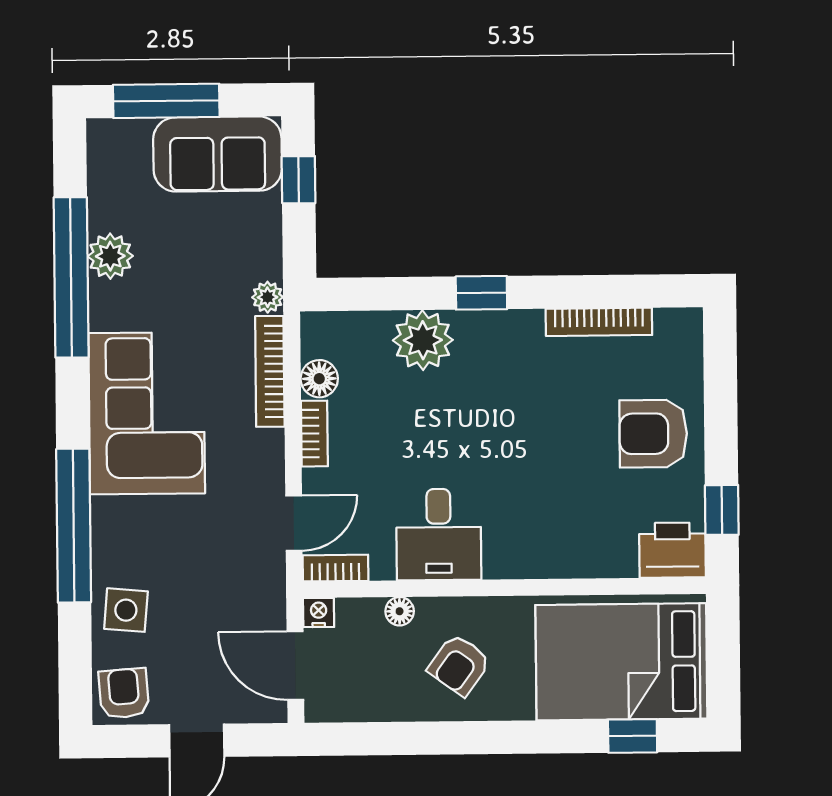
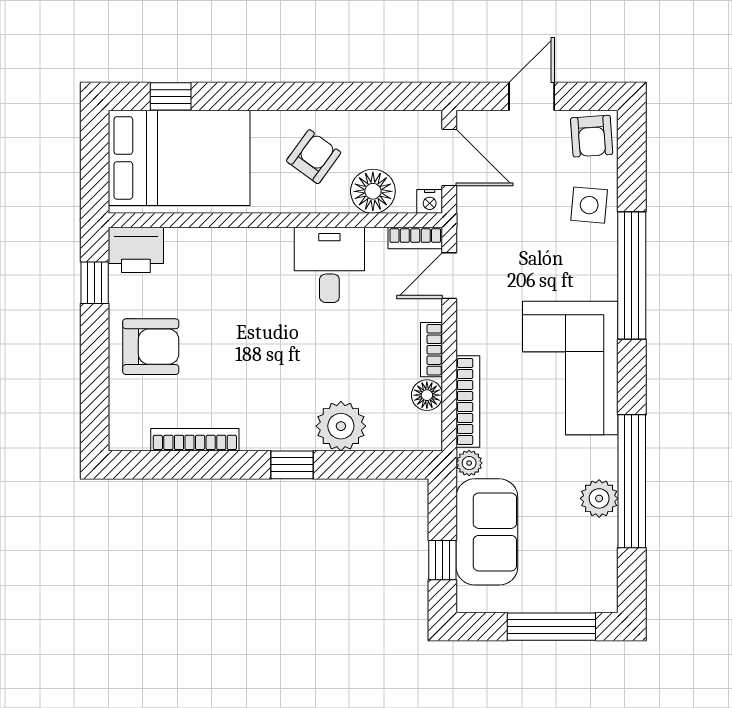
sofa: (218, 154) -> (487, 532), moved, turned 90
floor lamp: (400, 611) -> (373, 191), width x1.89, depth x1.89

